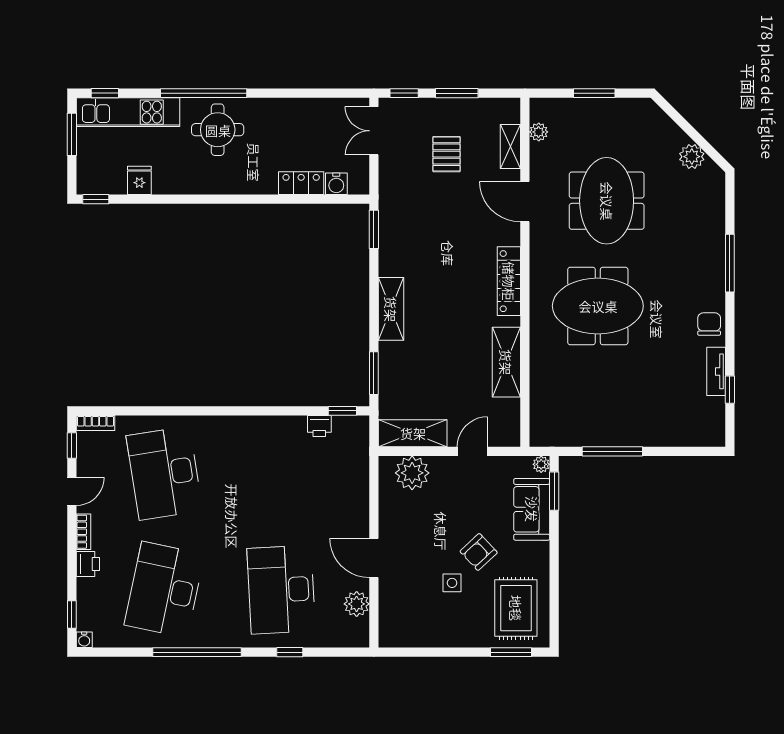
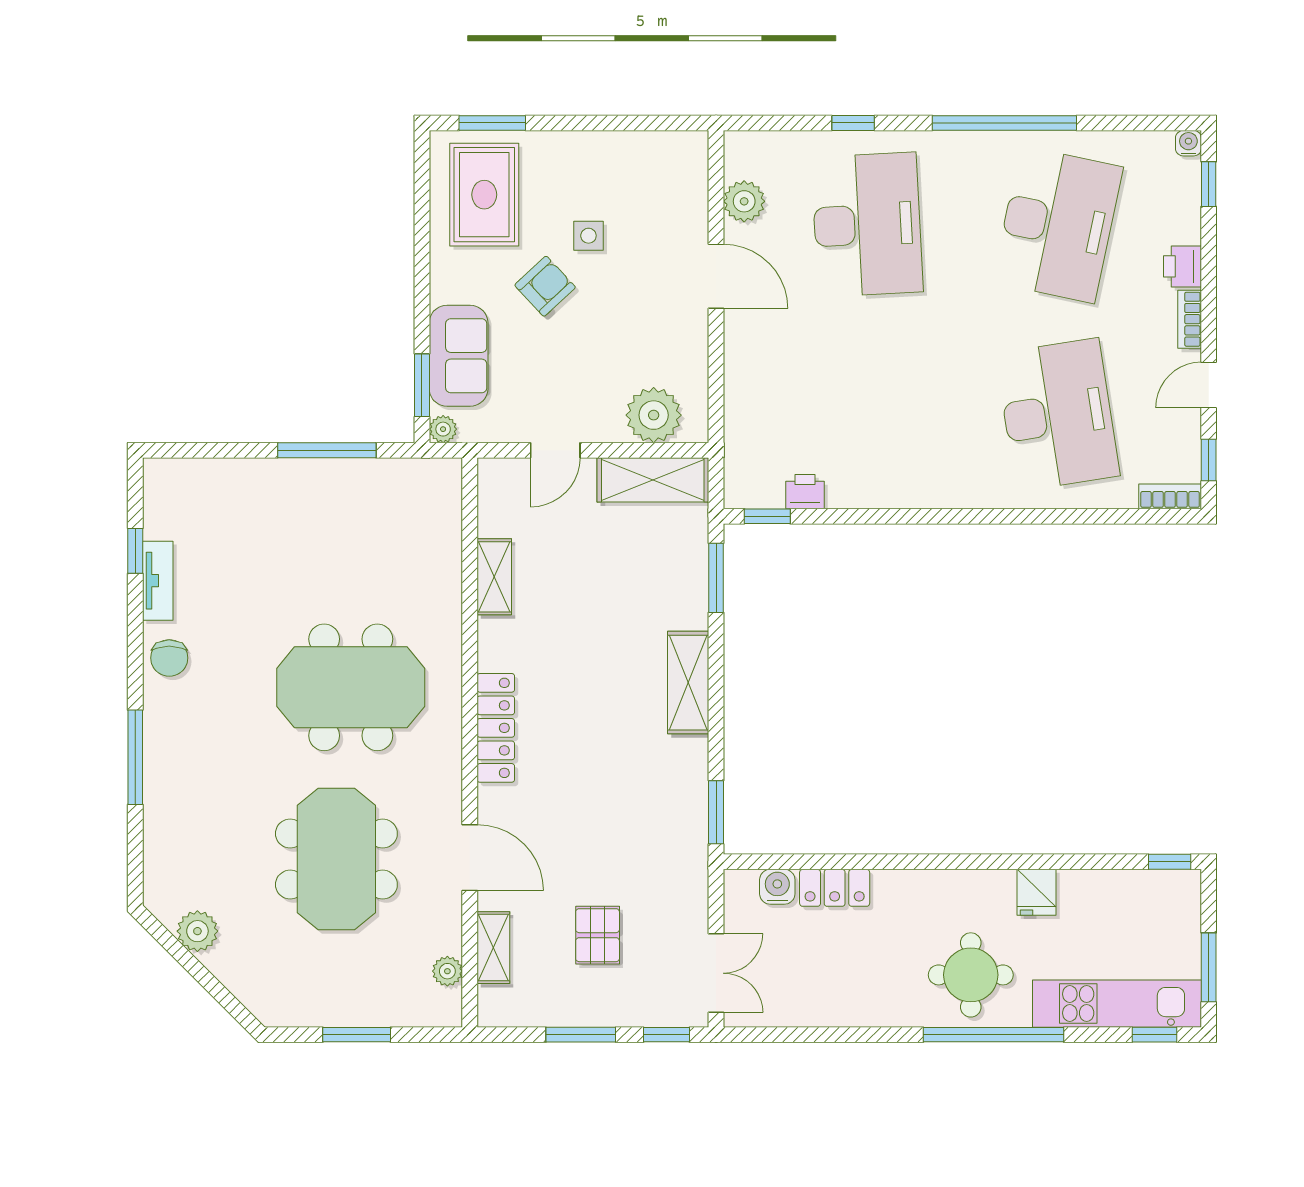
fridge: (139, 180) -> (1037, 892), moved
shelving: (506, 362) -> (494, 577), width x0.67, depth x0.75

